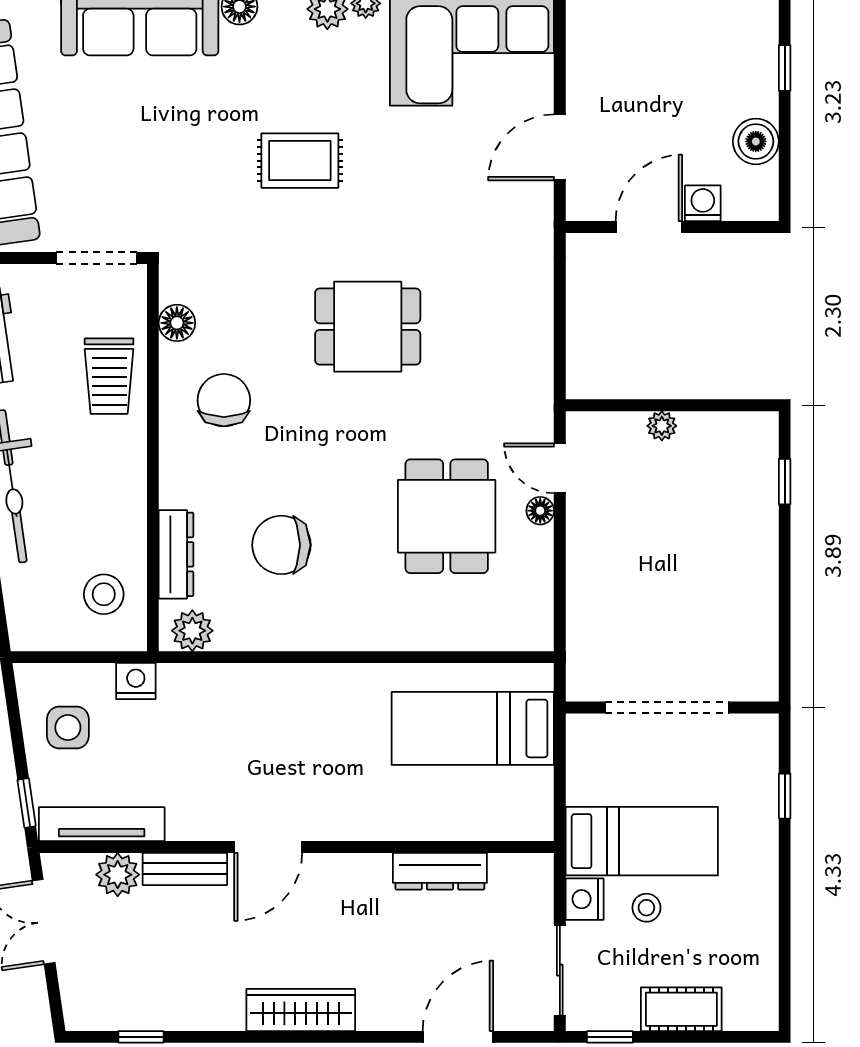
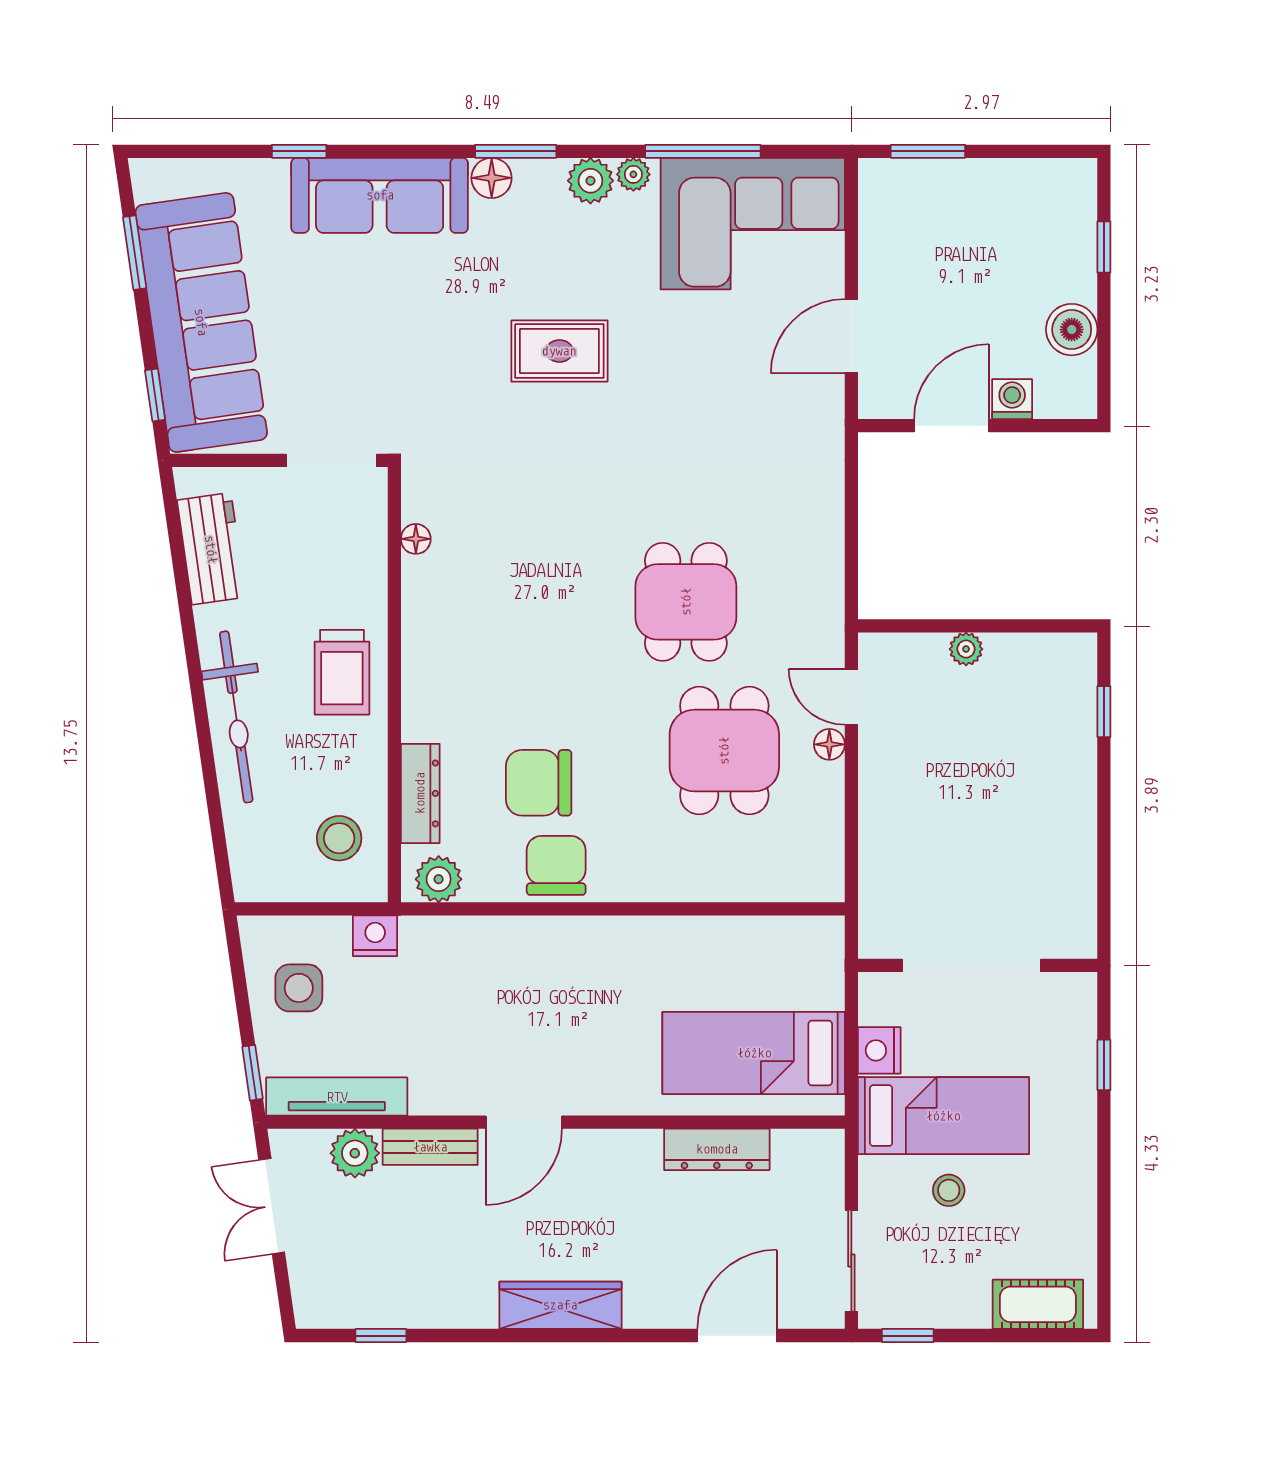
floor lamp: (177, 323) -> (416, 539), width x0.73, depth x0.73
dining table: (368, 327) -> (686, 602), moved, turned 90
trolley: (109, 376) -> (342, 672), moved
chair: (224, 400) -> (556, 865), moved
bed: (473, 728) -> (754, 1053), moved
nightstand: (585, 899) -> (879, 1050), moved
cot: (681, 1009) -> (1038, 1304), moved

